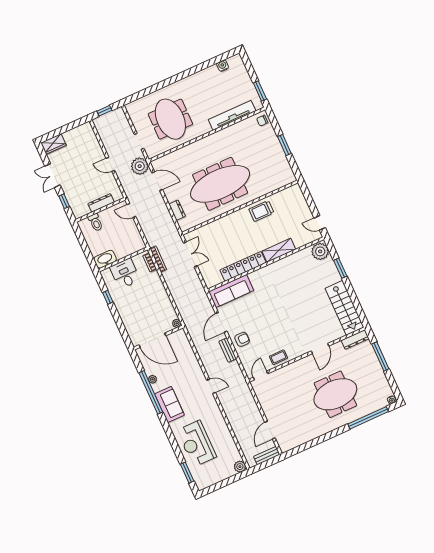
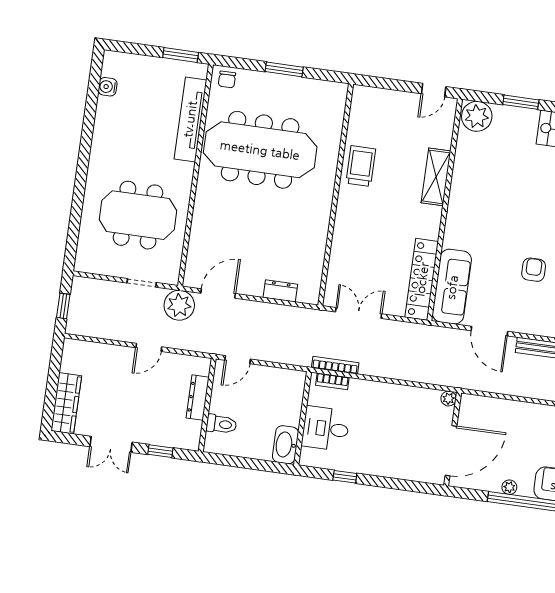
wardrobe: (53, 144) -> (66, 403), width x1.50
meeting table: (220, 184) -> (260, 150), moved, turned 90
trolley: (261, 211) -> (361, 166), turned 180
locker: (243, 266) -> (422, 279), moved
armchair: (242, 339) -> (534, 270), moved

